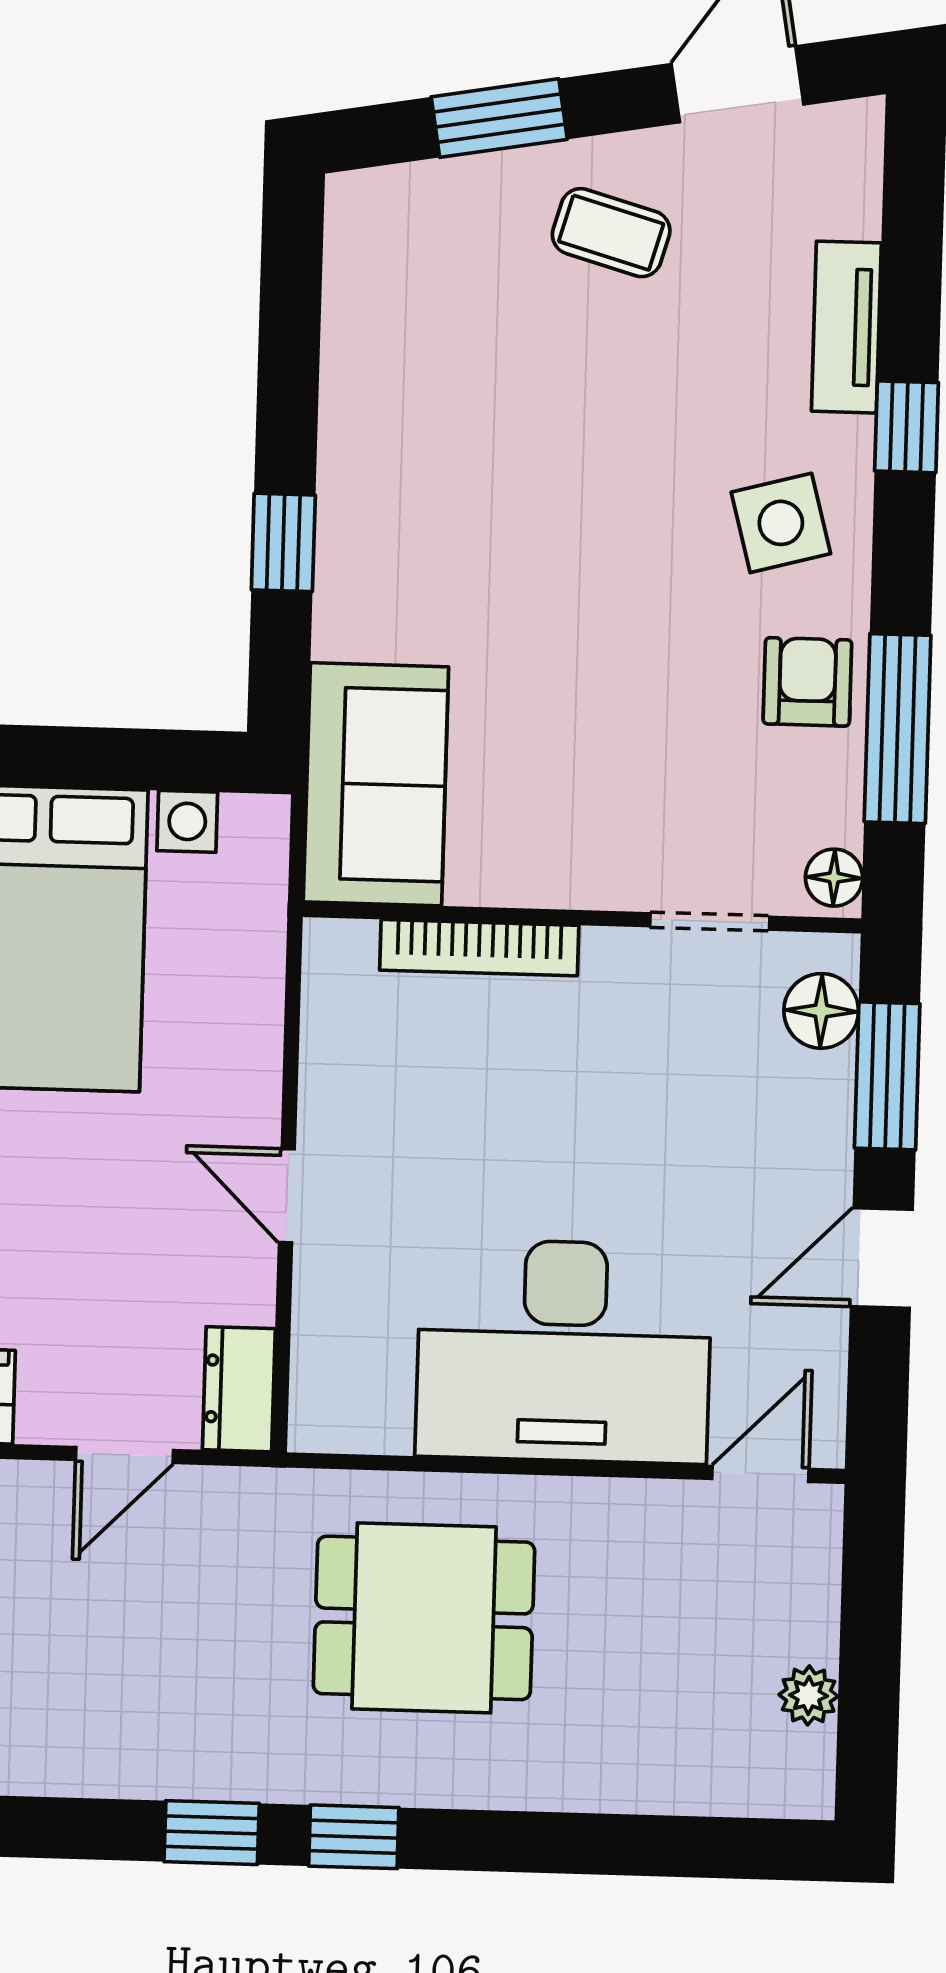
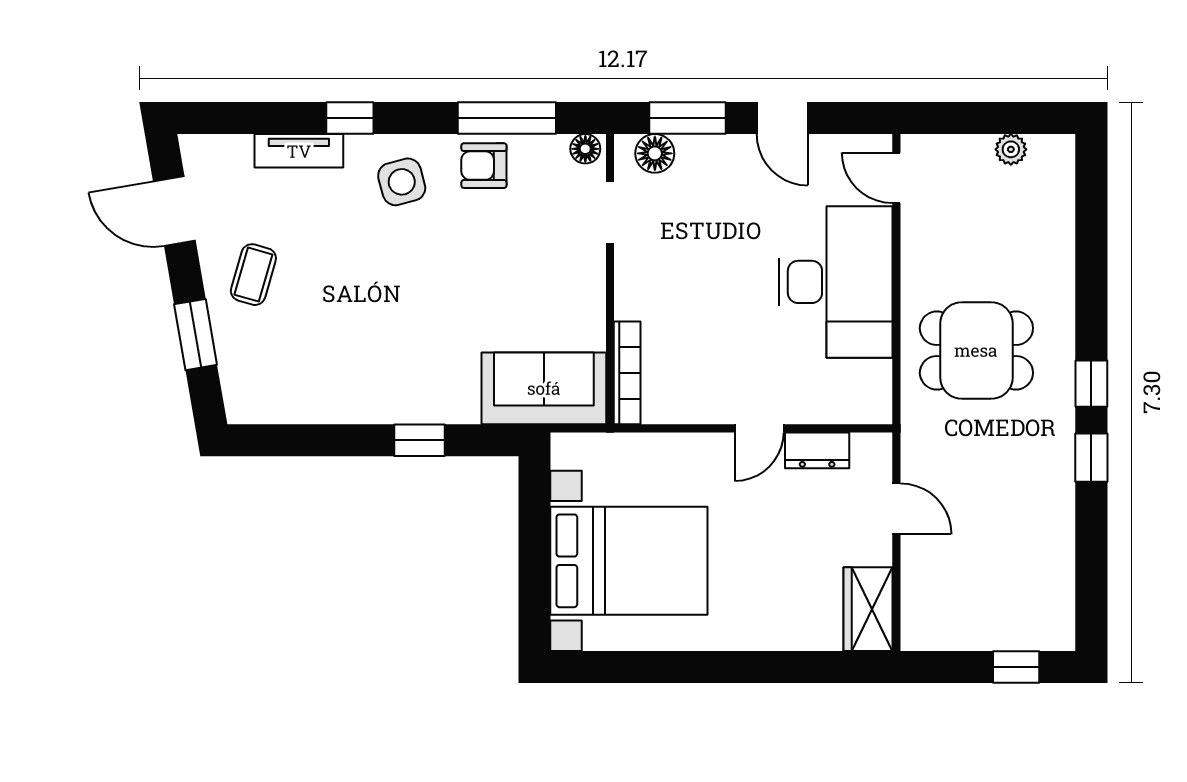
bookcase: (479, 948) -> (627, 373), moved
dresser: (239, 1389) -> (817, 450), moved
dining table: (424, 1618) -> (976, 350), turned 90

